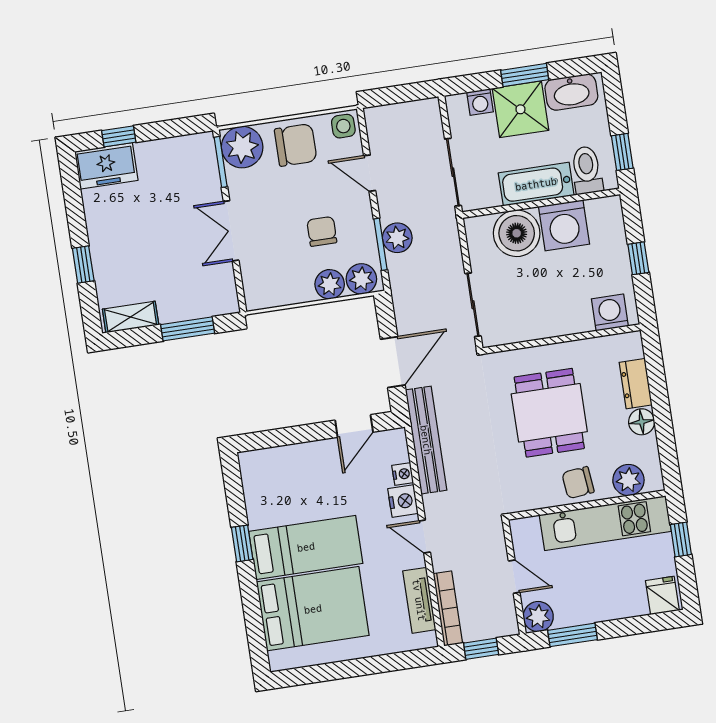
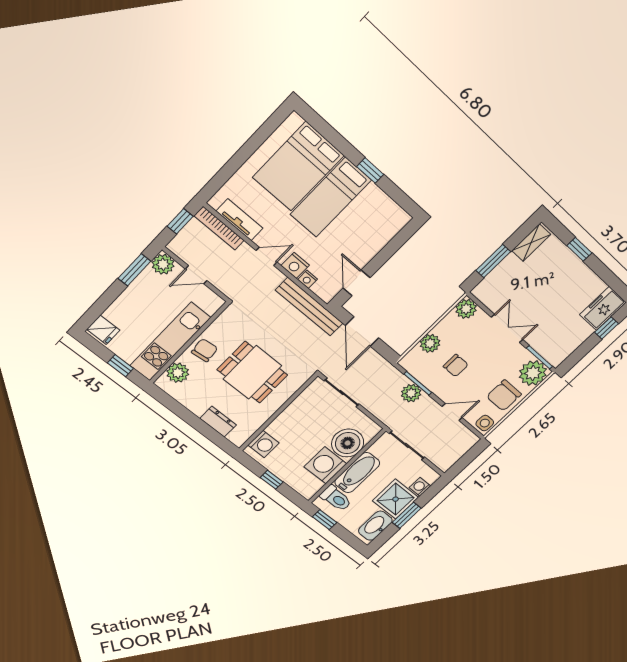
plant: (361, 279) -> (466, 309), moved
floor lamp: (642, 422) -> (198, 406), removed

